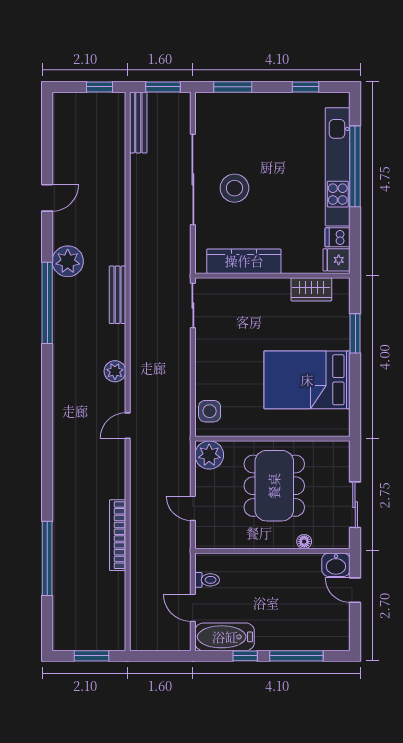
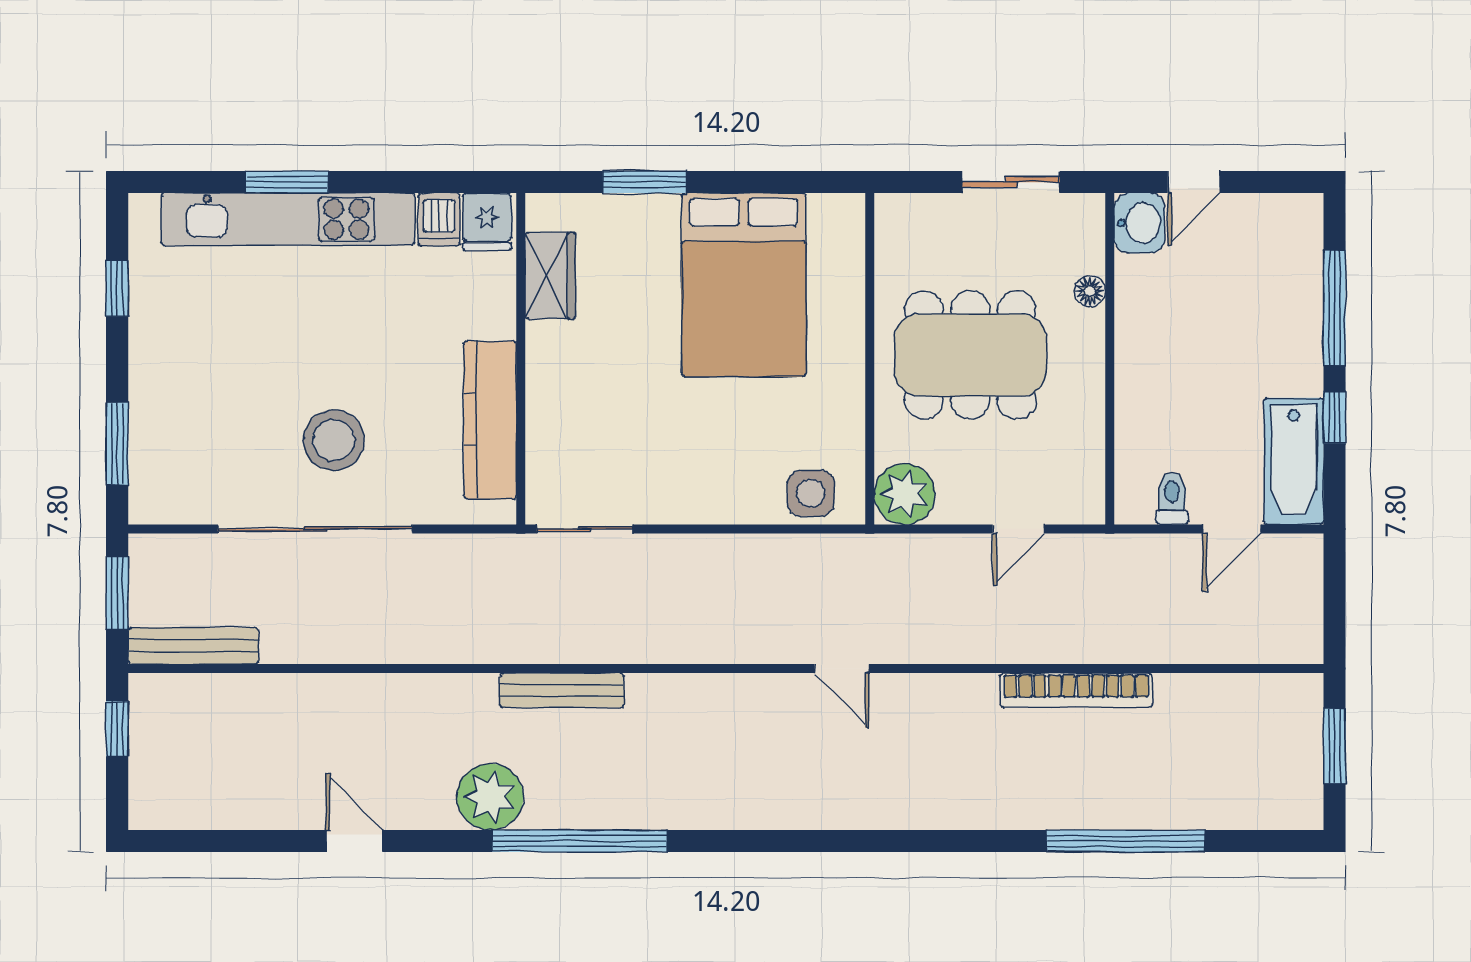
window: (355, 166) -> (287, 182), width x0.47
plant: (115, 371) -> (725, 696), removed

